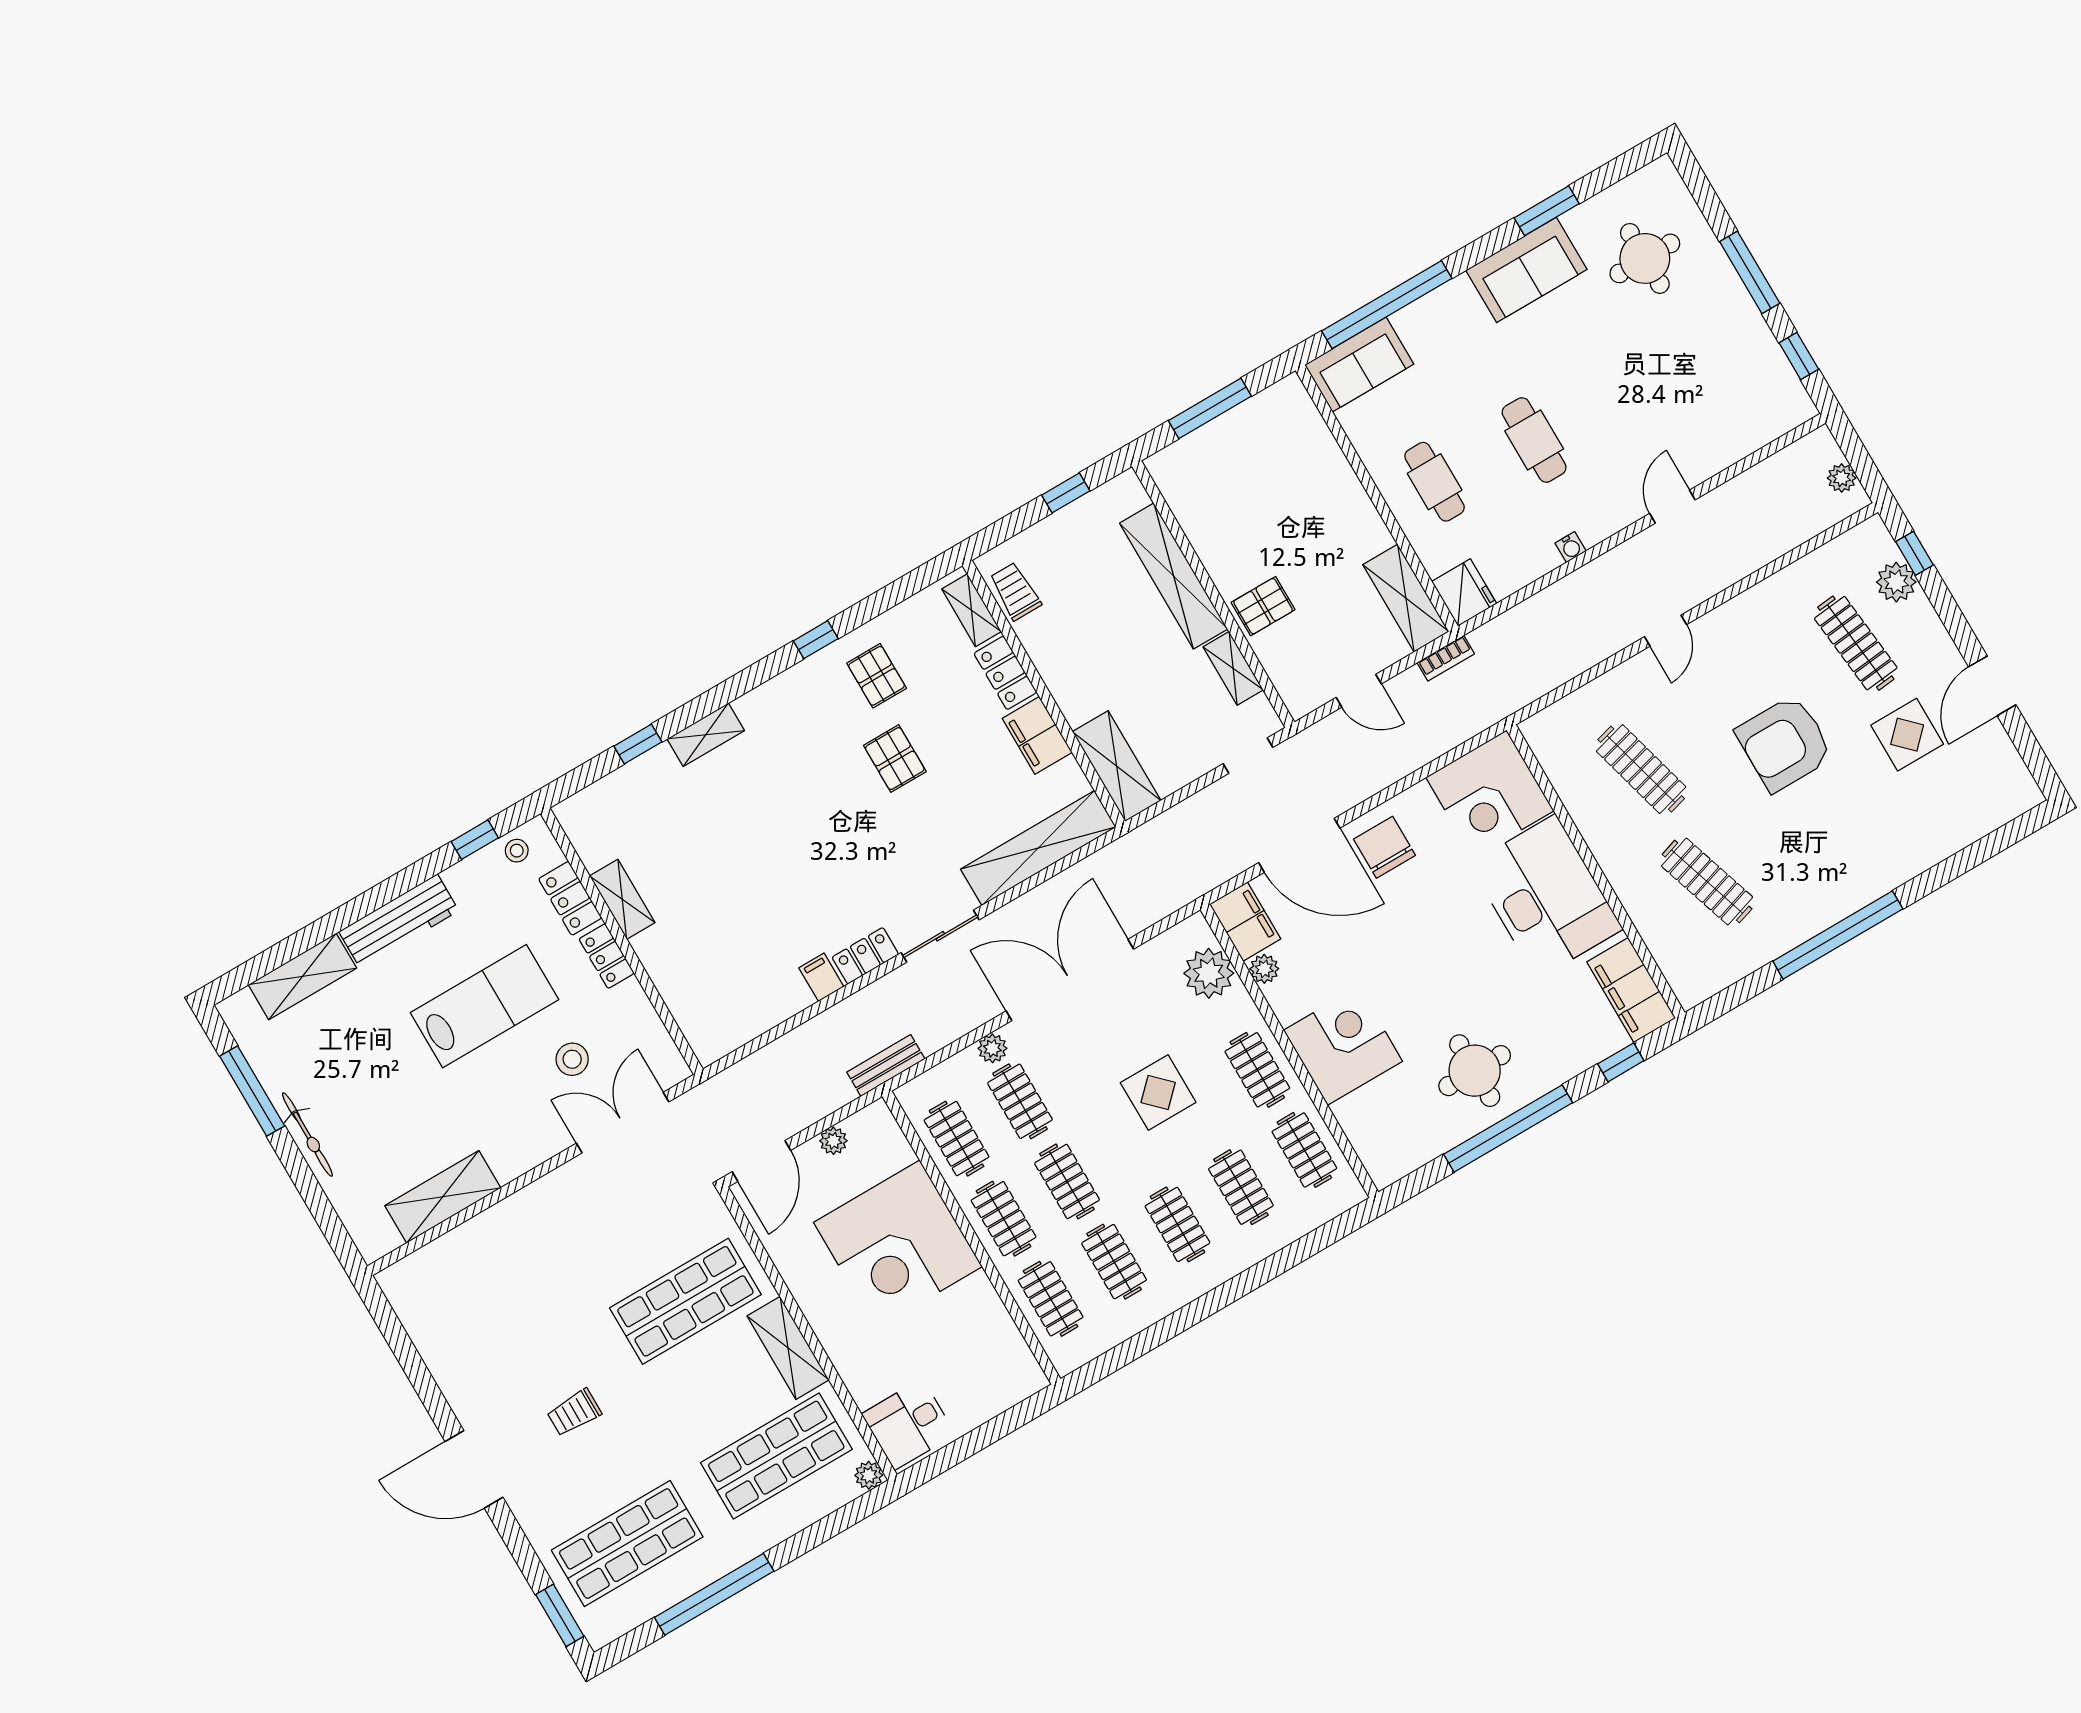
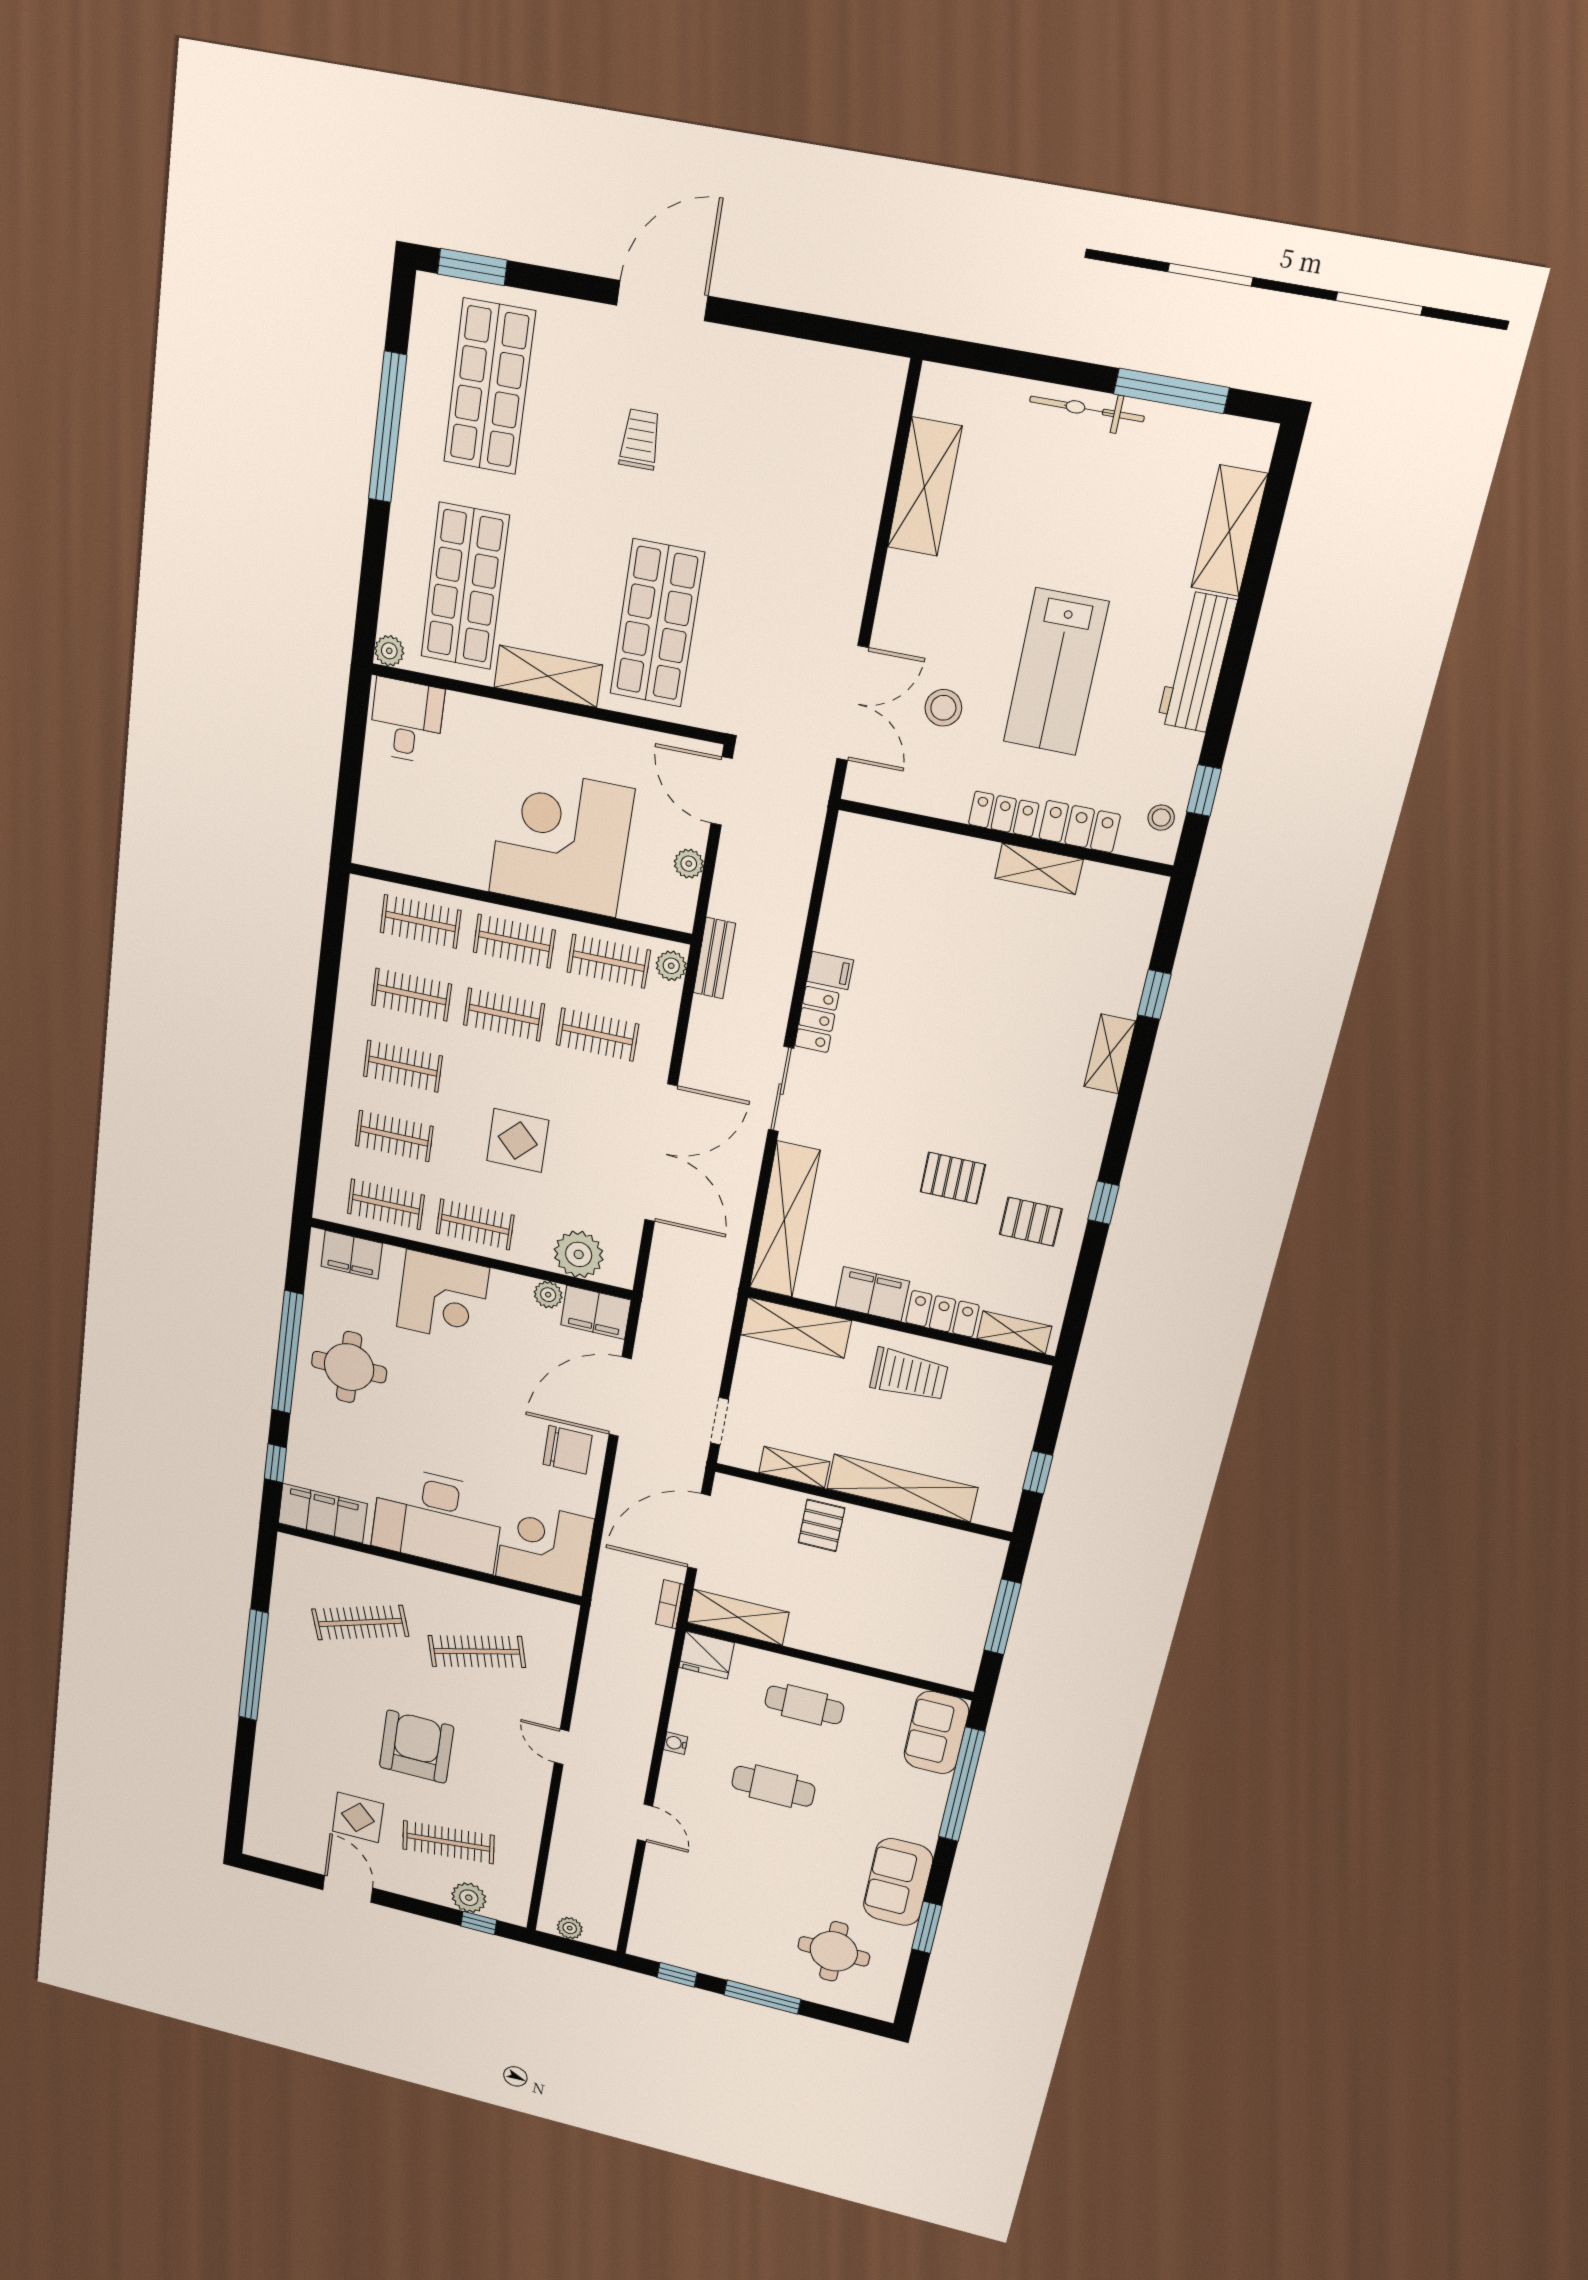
trolley: (1015, 591) -> (909, 1375), moved, width x1.36, depth x1.39
door: (1359, 691) -> (699, 1532), width x1.87
plant: (992, 1048) -> (671, 966), moved
filing cabinet: (1373, 1143) -> (352, 1255), added

